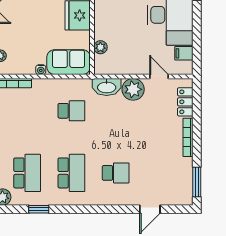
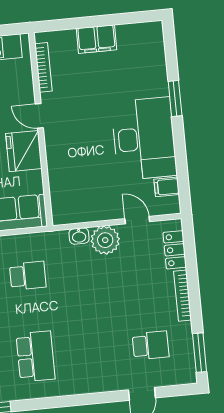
plant: (100, 47) -> (58, 189), removed
washbasin: (107, 87) -> (79, 236), width x0.52, depth x0.69
school desk: (116, 173) -> (151, 345), moved

